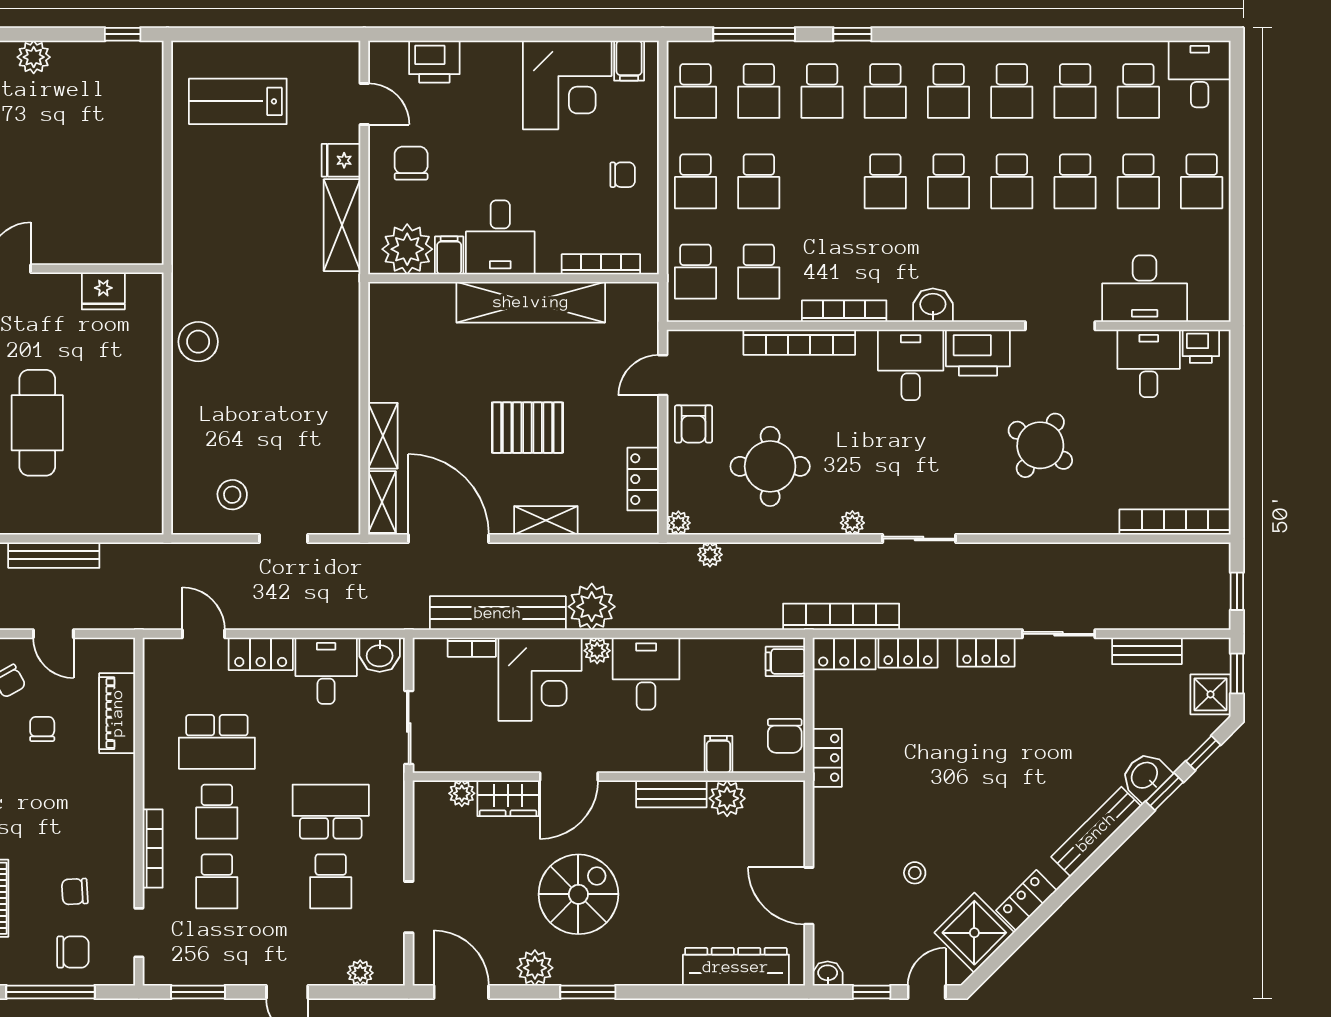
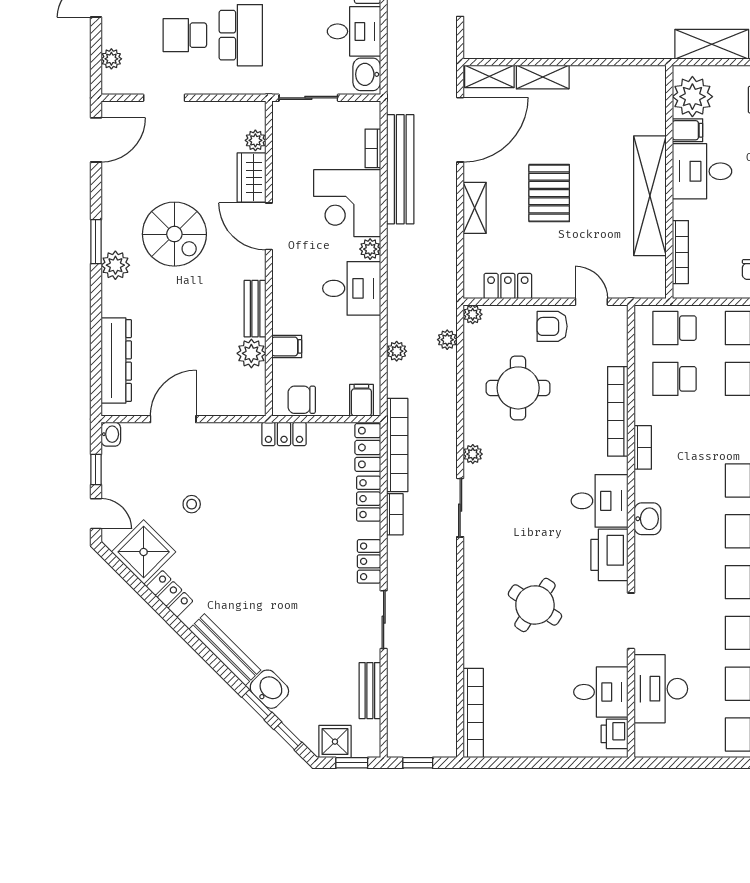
bookcase: (844, 311) -> (643, 447), width x0.64
plant: (592, 607) -> (397, 351), moved, width x0.53, depth x0.53
bookcase: (927, 620) -> (395, 514), added
plant: (535, 968) -> (115, 265), moved

